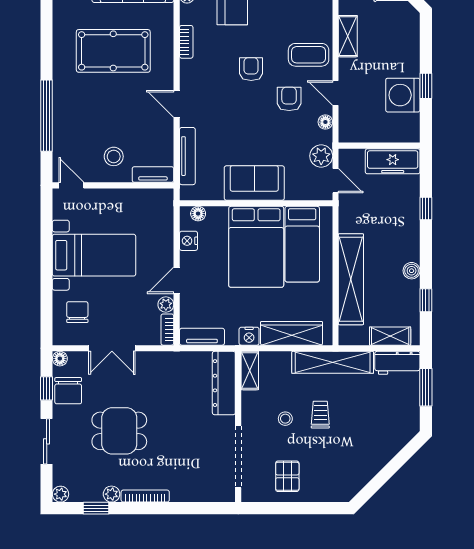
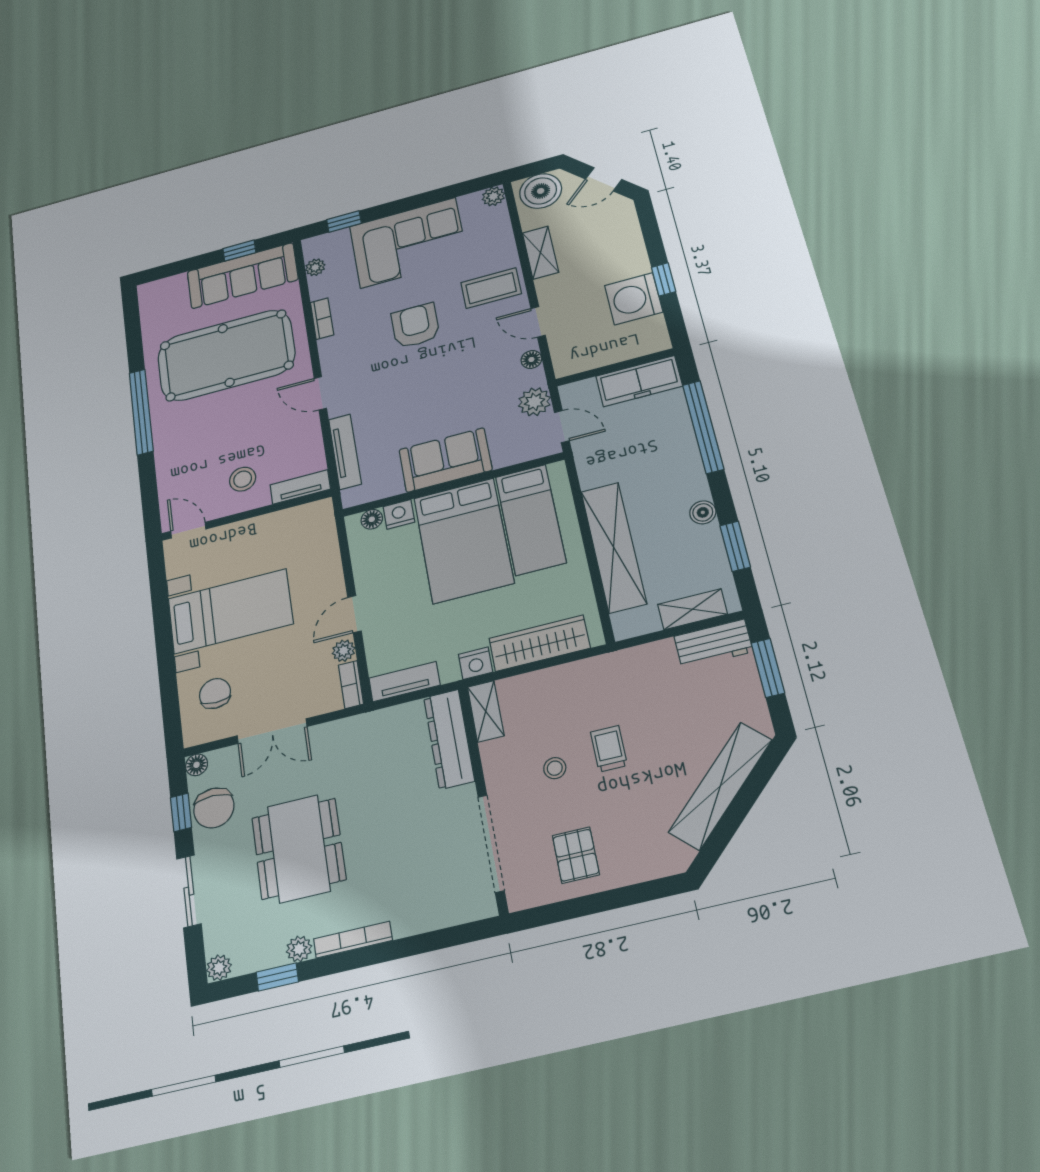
pool table: (113, 51) -> (226, 355), width x1.36, depth x1.32
armchair: (251, 69) -> (415, 326), width x1.38, depth x1.38
armchair: (289, 99) -> (475, 346), removed
window: (47, 116) -> (141, 412), moved
window: (426, 209) -> (703, 427), width x3.17
nightstand: (189, 241) -> (399, 514), moved, turned 90
window: (426, 300) -> (735, 546), width x1.50
shelving: (333, 362) -> (720, 786), moved, turned -45
dining table: (119, 431) -> (299, 849), width x1.38

